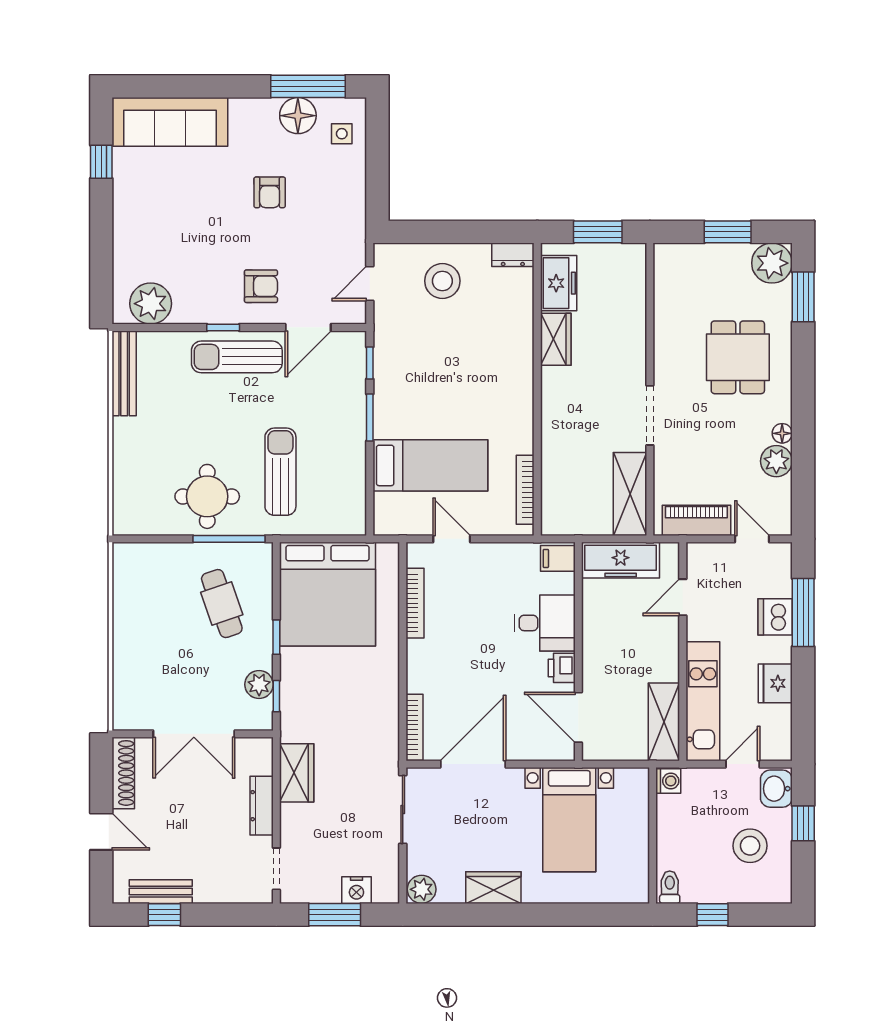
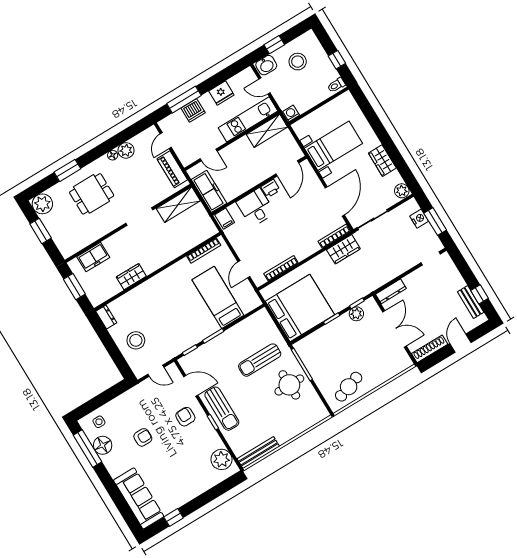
freezer: (559, 283) -> (93, 257), moved, turned 180
window: (803, 297) -> (67, 170), moved
cafe table: (222, 604) -> (349, 387), moved
door: (473, 764) -> (335, 201), swing flipped
wardrobe: (297, 773) -> (343, 249), moved, turned 180
dresser: (262, 806) -> (391, 291), moved

